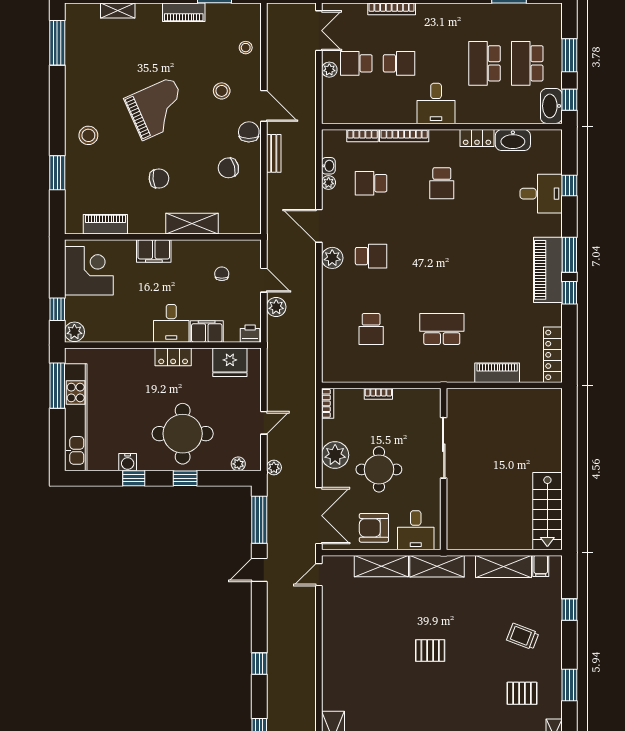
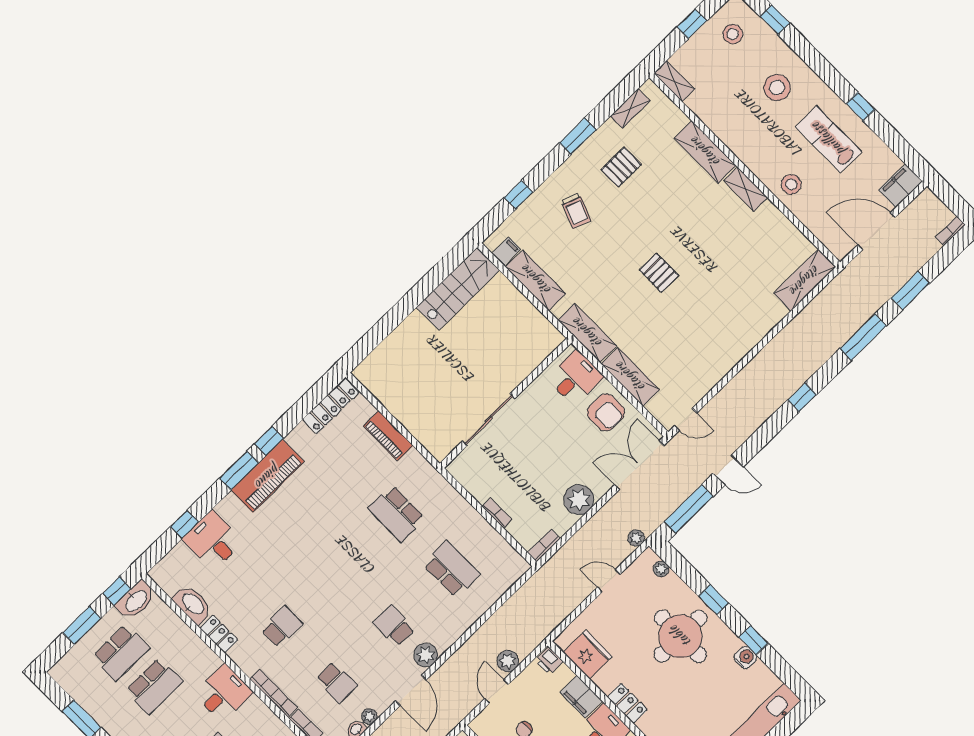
school desk: (371, 329) -> (451, 569), width x1.85
round table: (379, 469) -> (556, 454), removed
pallet: (522, 693) -> (621, 167), turned 90

